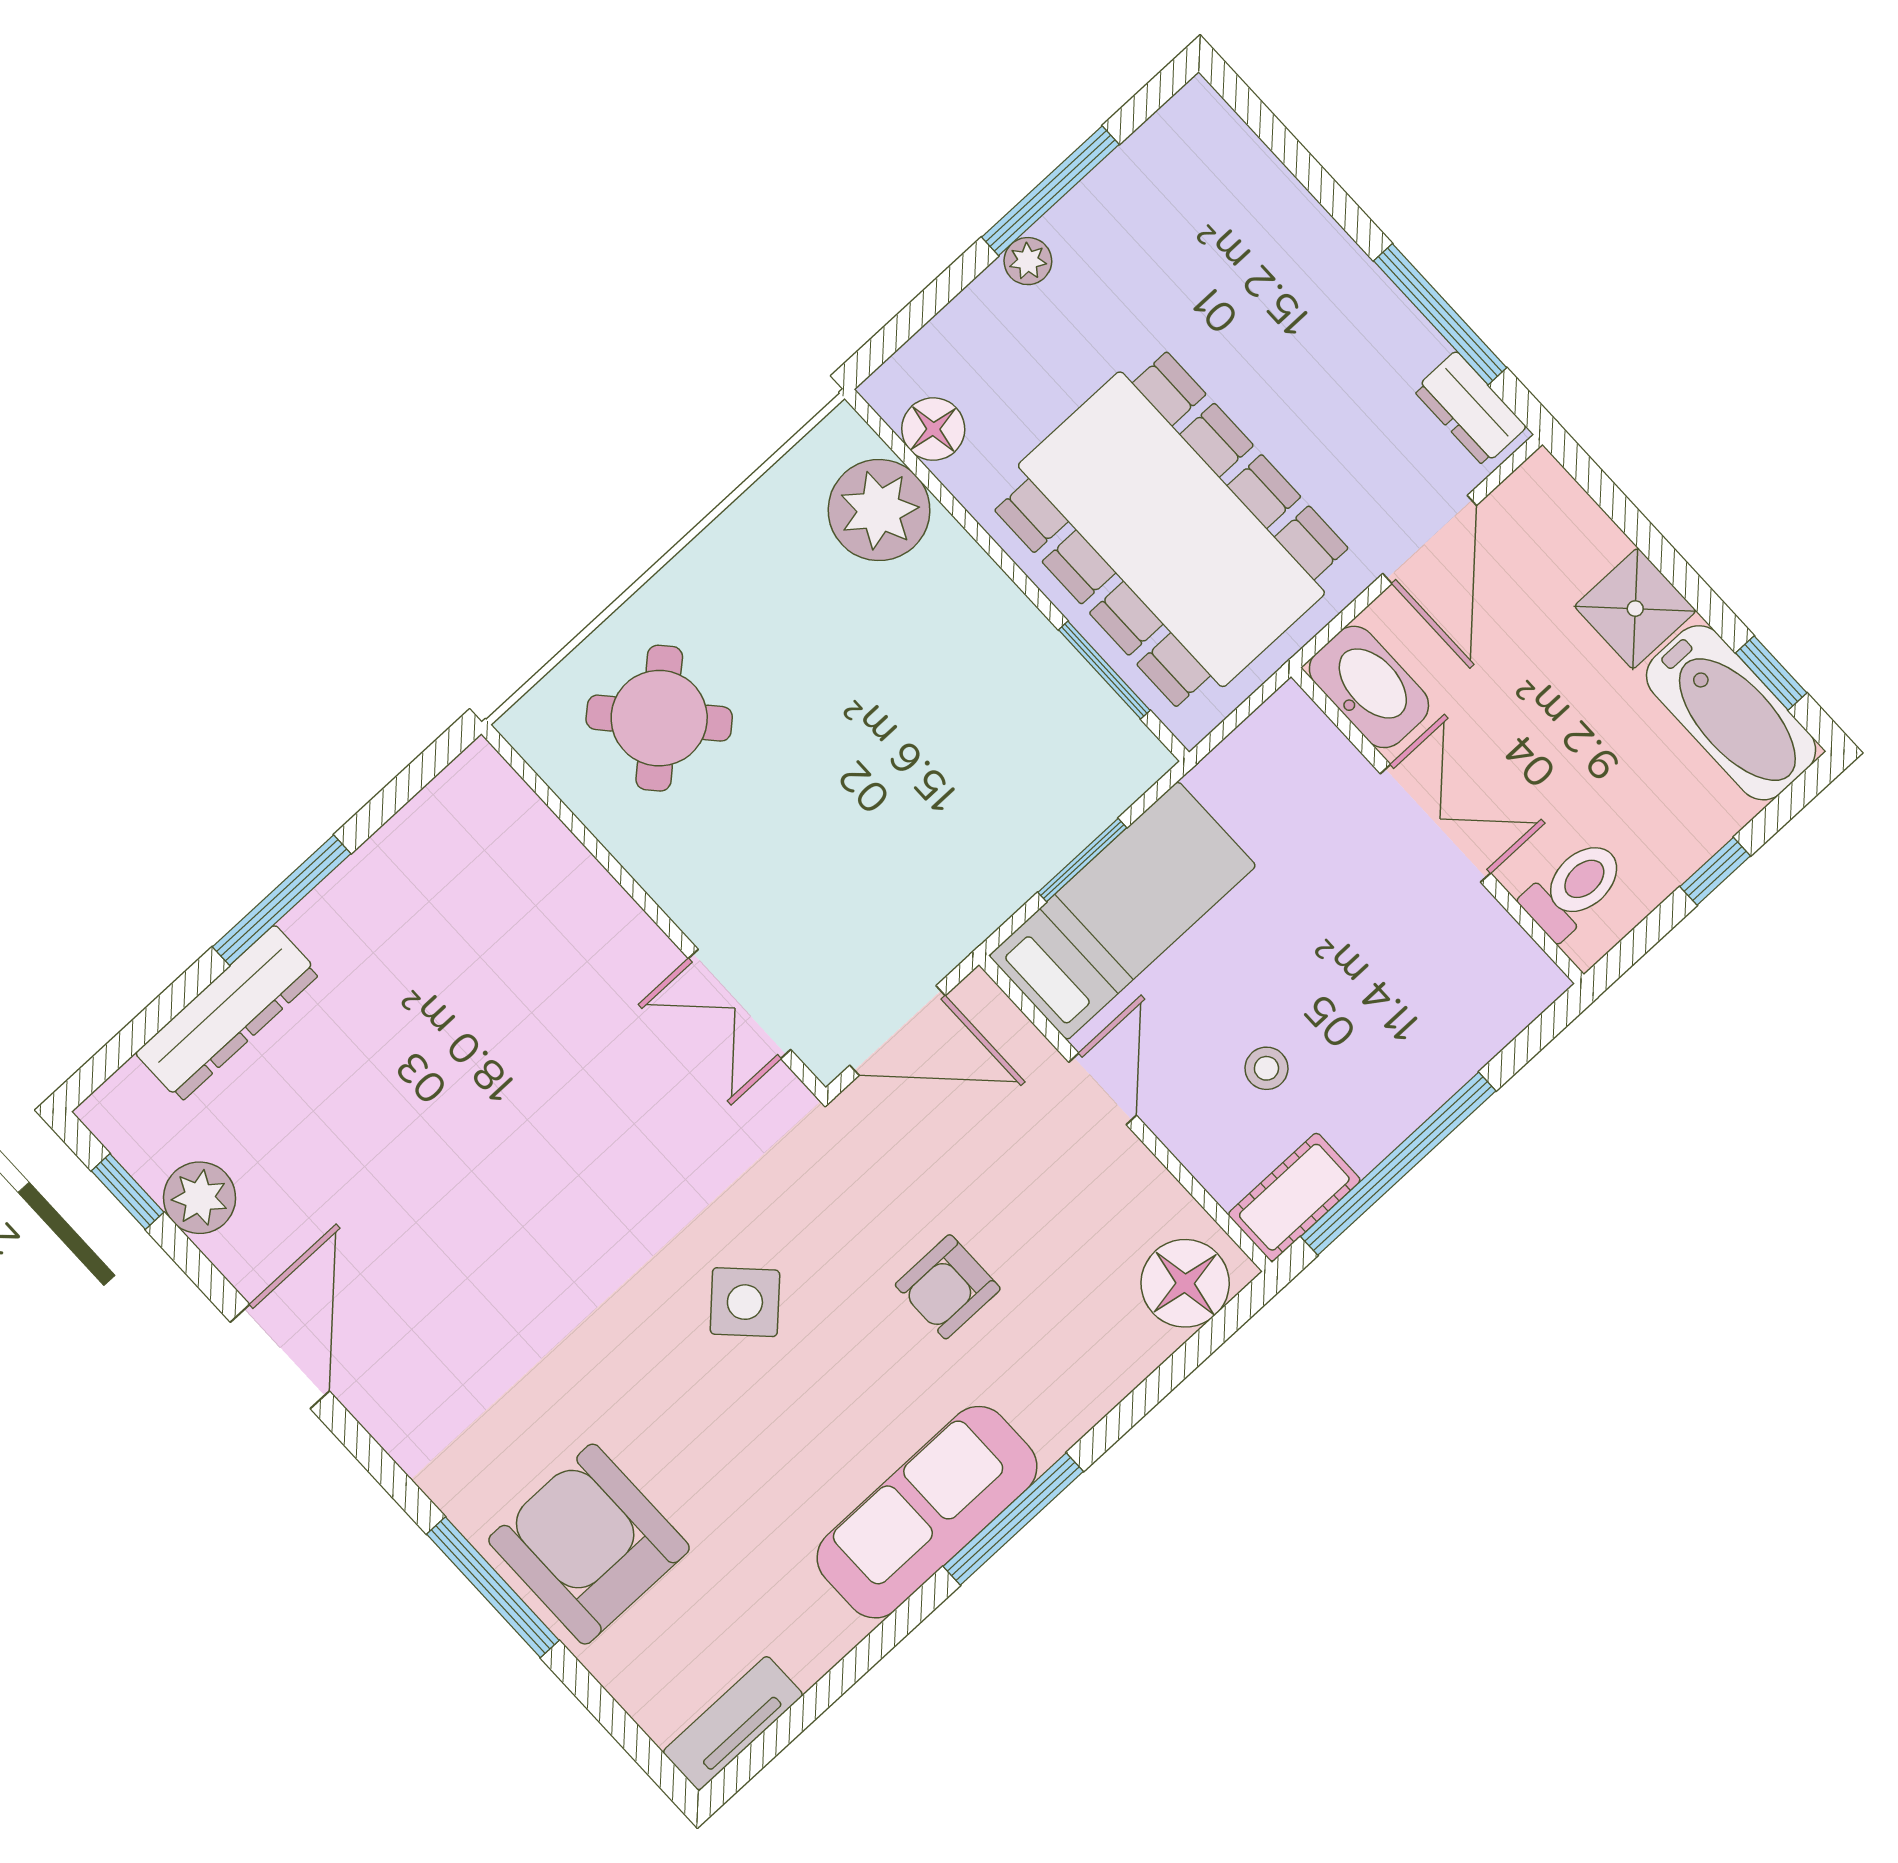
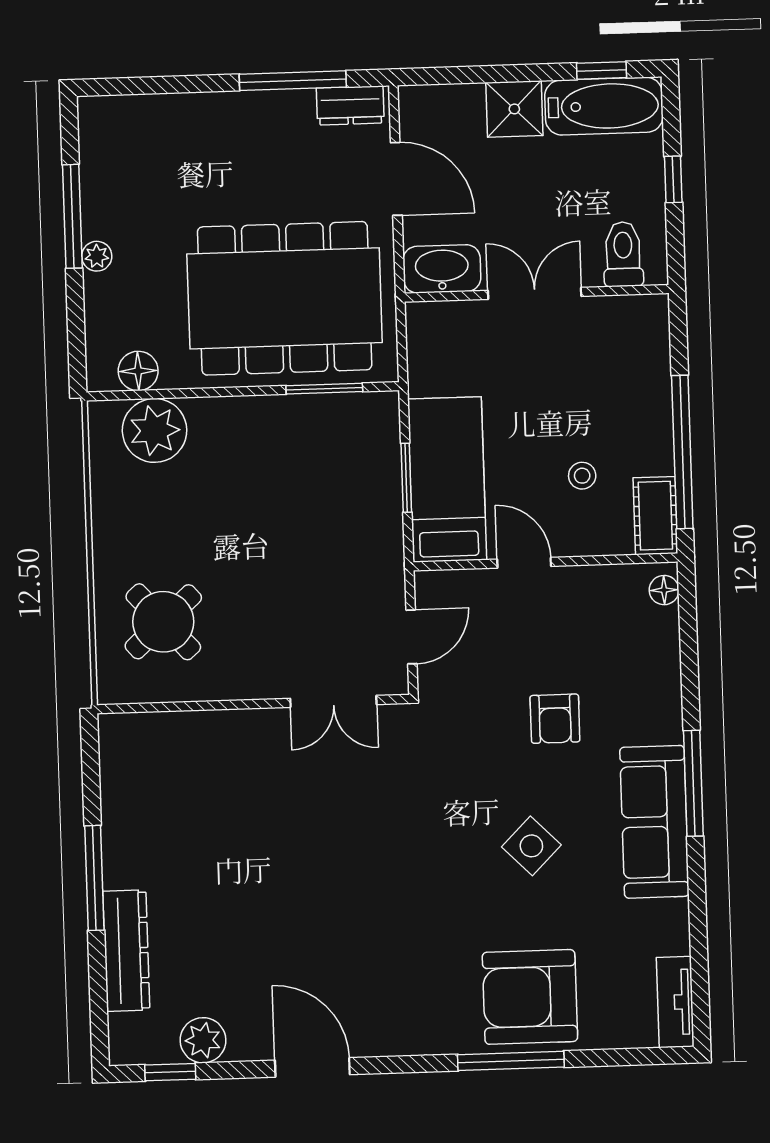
door: (898, 1031) -> (411, 637), width x0.73
floor lamp: (1185, 1283) -> (664, 590), width x0.53, depth x0.53
side table: (745, 1302) -> (531, 846), moved

